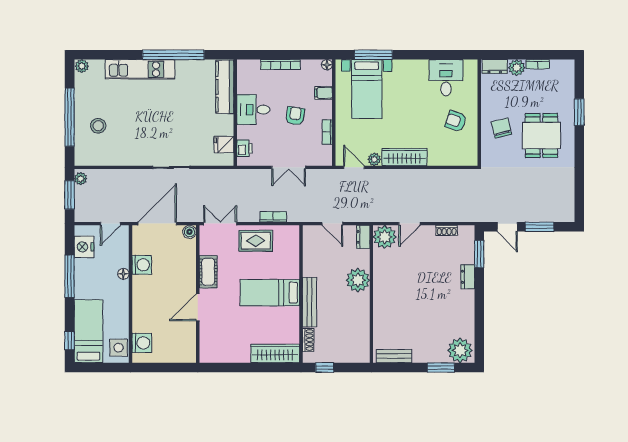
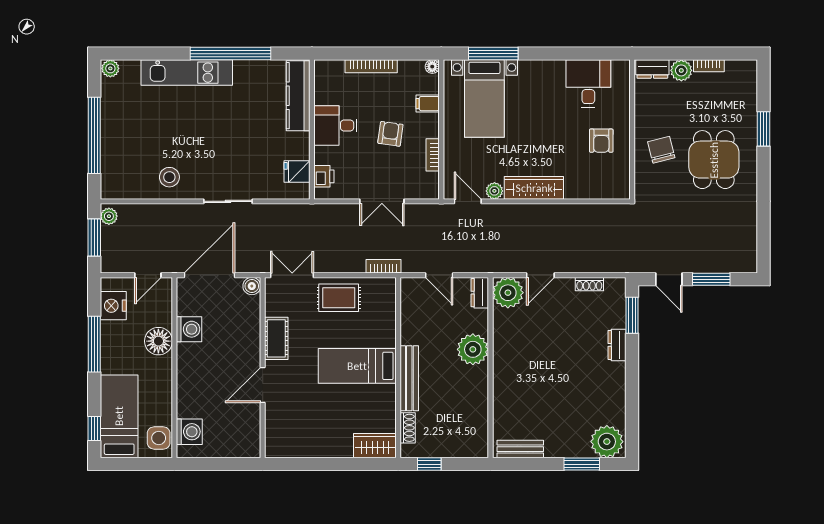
armchair: (456, 121) -> (601, 141), turned -109
stool: (98, 126) -> (169, 177), moved
bookcase: (273, 217) -> (383, 266), moved
floor lamp: (123, 274) -> (158, 341), width x1.89, depth x1.89
wardrobe: (275, 353) -> (375, 446), width x0.67

